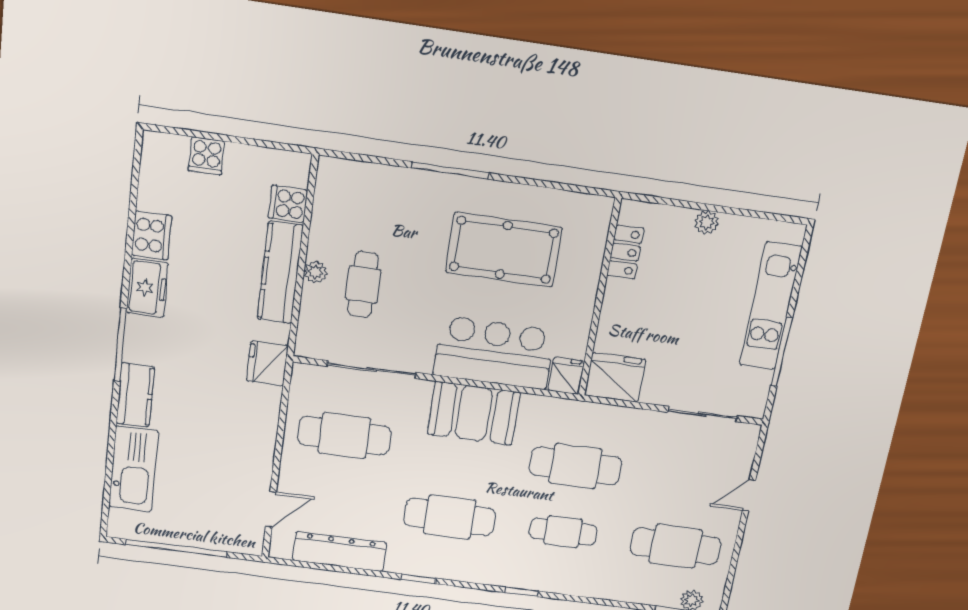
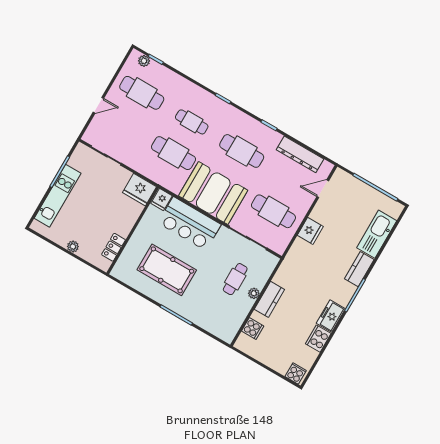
cooker: (206, 156) -> (296, 373), moved
kitchen counter: (280, 273) -> (269, 299), width x0.67
fridge: (267, 363) -> (310, 231), moved
booth: (474, 413) -> (213, 193), width x1.36, depth x1.42

